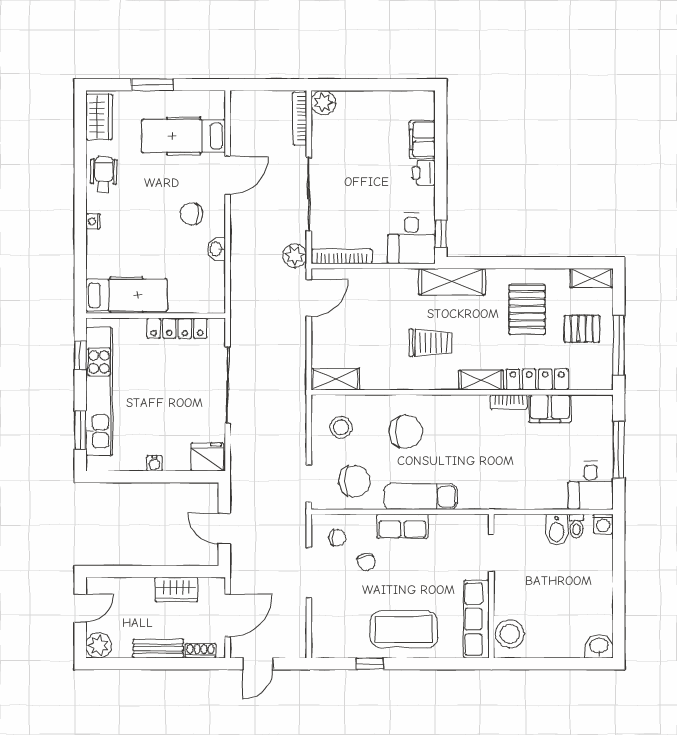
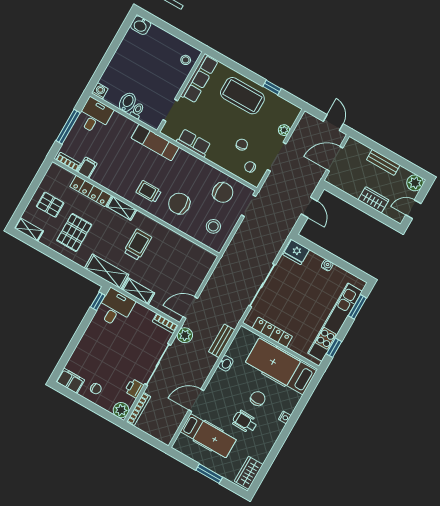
chair: (375, 112) -> (96, 389), added
filing cabinet: (422, 140) -> (70, 381), moved, turned -90
printer: (424, 173) -> (134, 388), moved, turned 180
wheelchair: (104, 174) -> (245, 422), moved, turned 90
chair: (191, 214) -> (258, 399), moved, turned -90
bookcase: (342, 256) -> (165, 323), width x0.64
bench: (240, 277) -> (222, 341), added
hospital bed: (126, 295) -> (281, 366), width x1.37, depth x1.29
trolley: (431, 343) -> (138, 245), turned 90
window: (619, 345) -> (35, 184), removed
shelving: (335, 379) -> (138, 291), moved
bookcase: (509, 402) -> (68, 162), moved
filing cabinet: (550, 409) -> (87, 168), width x0.50
trolley: (457, 424) -> (149, 192), added
chair: (355, 481) -> (223, 192), turned 180
exam couch: (420, 497) -> (155, 143), moved
row of seats: (402, 526) -> (194, 143), moved
toilet: (577, 526) -> (137, 111), moved
wardrobe: (177, 589) -> (373, 200), moved
plant: (320, 615) -> (284, 130), added
stool: (510, 634) -> (186, 60), width x0.53, depth x0.53
shoe rack: (201, 651) -> (361, 148), removed
door: (258, 664) -> (333, 123), hinge flipped

